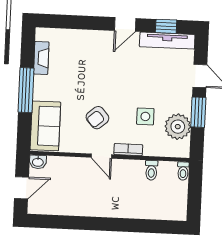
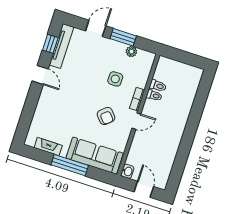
sofa: (45, 126) -> (95, 156), width x1.36
plant: (178, 127) -> (131, 52), width x0.53, depth x0.53
toilet: (183, 171) -> (154, 95), moved

